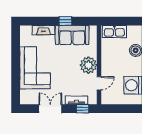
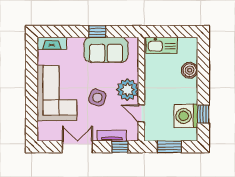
fireplace: (43, 30) -> (52, 43), moved
side table: (66, 71) -> (97, 98), added
door: (99, 83) -> (141, 113), swing flipped
window: (120, 109) -> (169, 147), added

